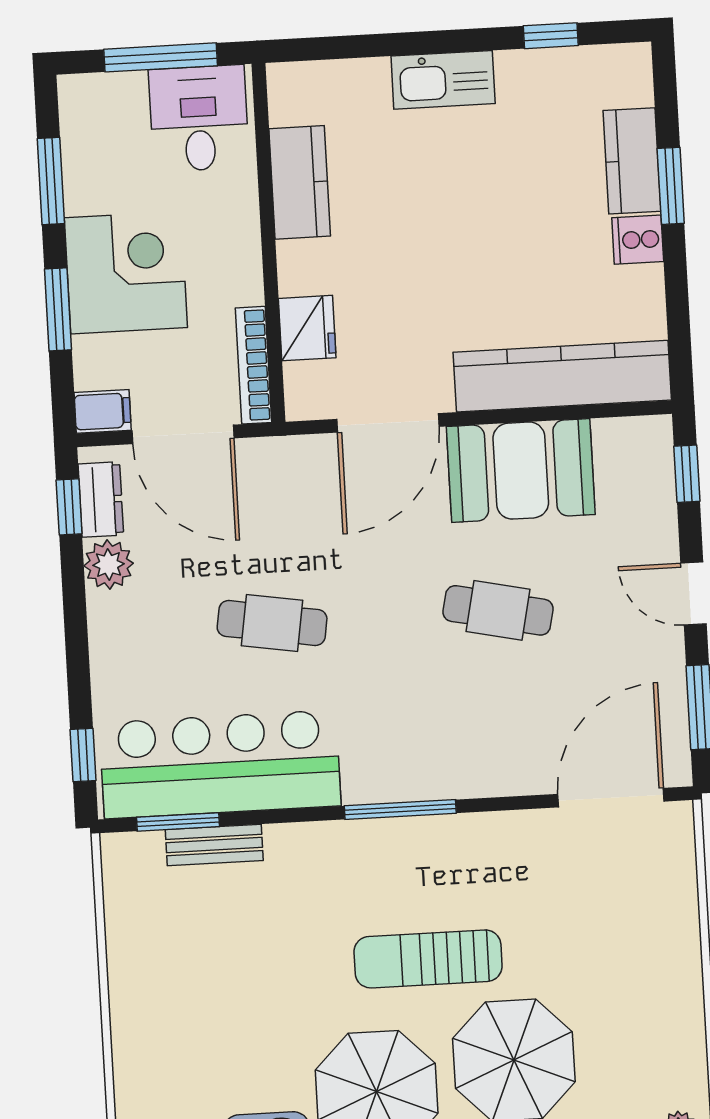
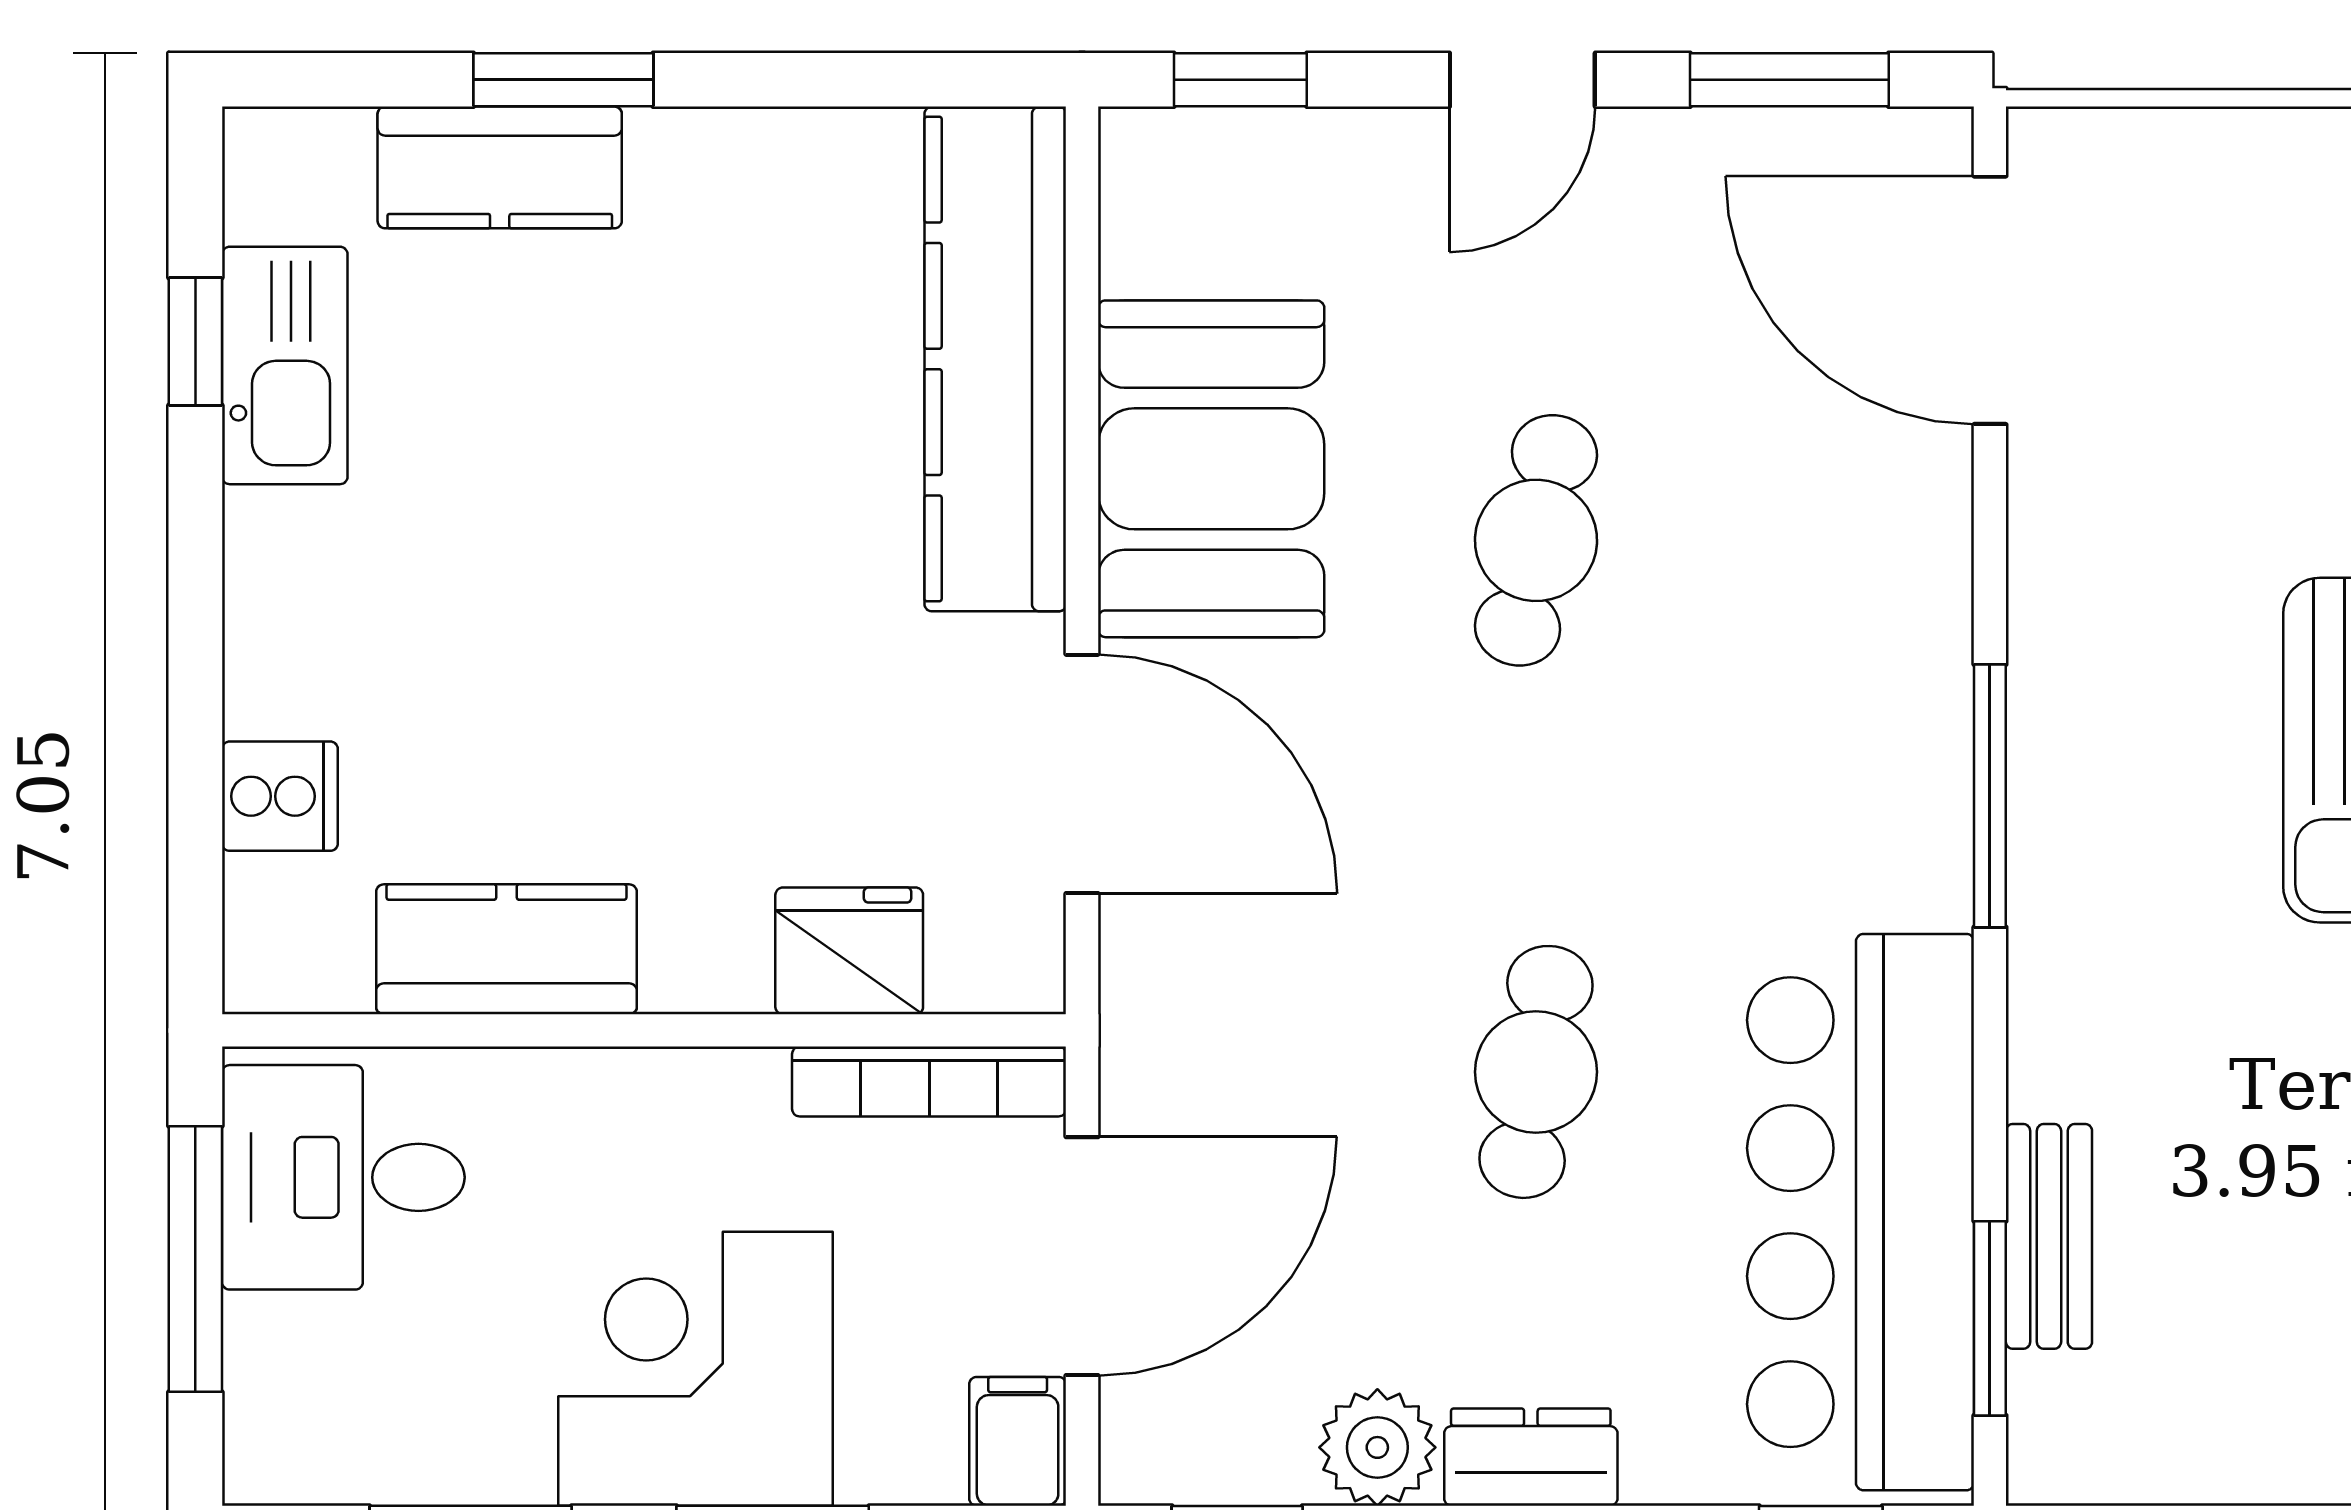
kitchen sink: (443, 80) -> (285, 365), moved
cooker: (638, 240) -> (280, 796), moved, turned -90
dresser: (101, 499) -> (1531, 1457), moved

